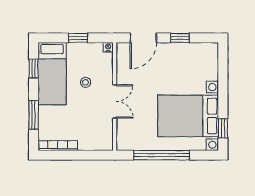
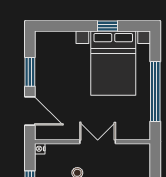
window: (180, 38) -> (30, 72), width x1.50
window: (223, 128) -> (108, 26), moved

